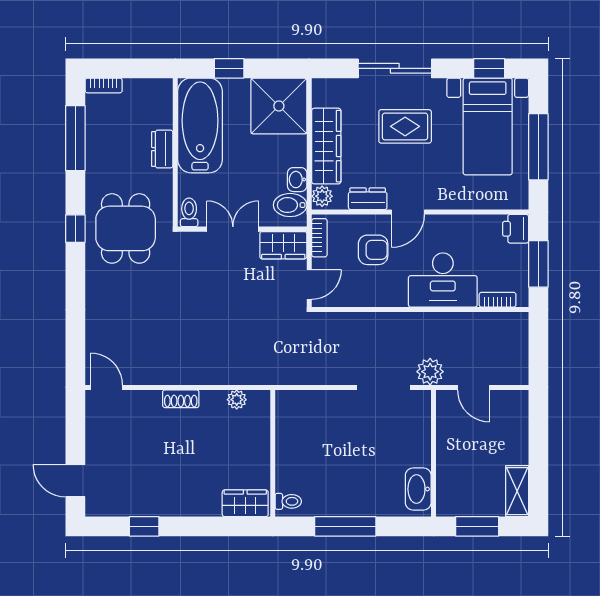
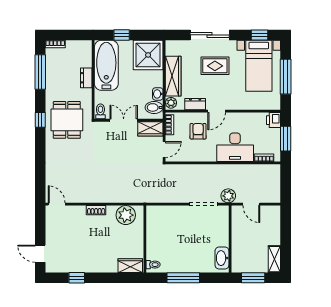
armchair: (373, 250) -> (198, 131), turned -90
plant: (237, 400) -> (126, 215), width x1.88, depth x1.88

